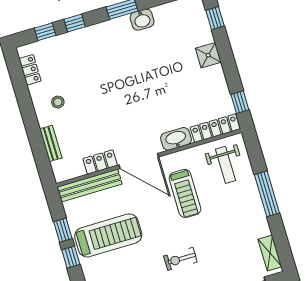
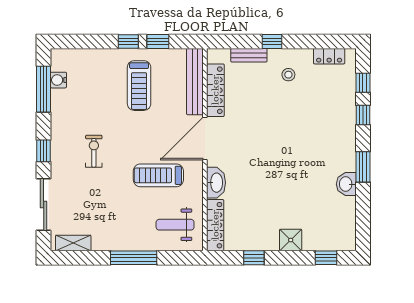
window: (240, 102) -> (254, 258), moved
window: (32, 126) -> (272, 41), added
locker: (100, 162) -> (215, 90), width x1.53
treadmill: (108, 235) -> (139, 86), width x0.73, depth x0.73

